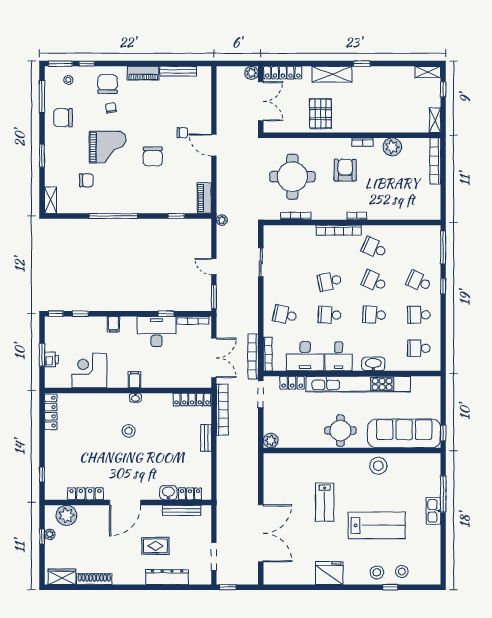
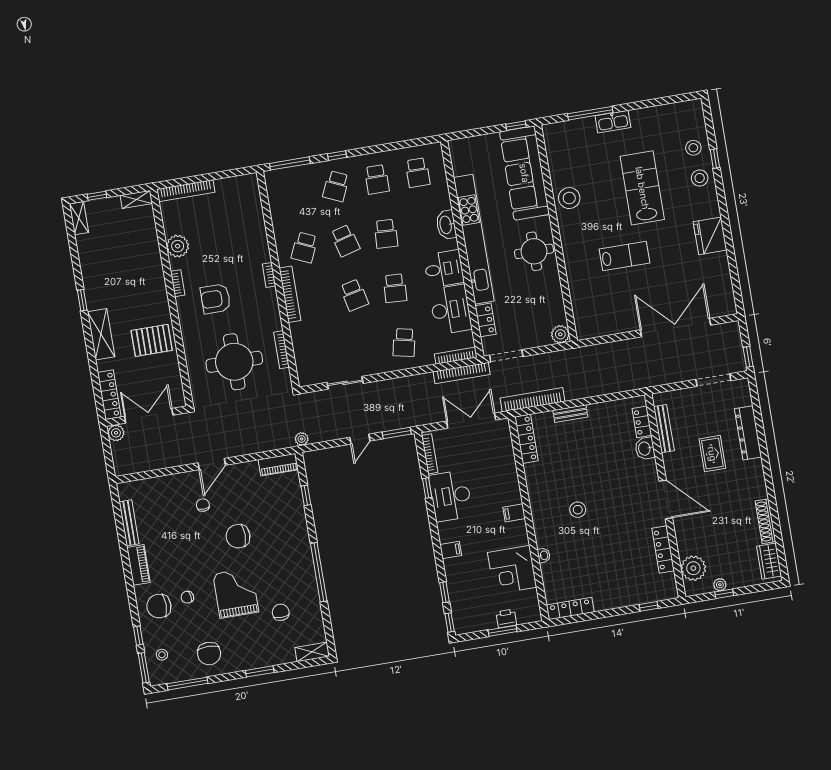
chair: (153, 156) -> (238, 536), turned 180
school desk: (374, 281) -> (345, 241), turned -39
washbasin: (135, 398) -> (544, 555), moved

